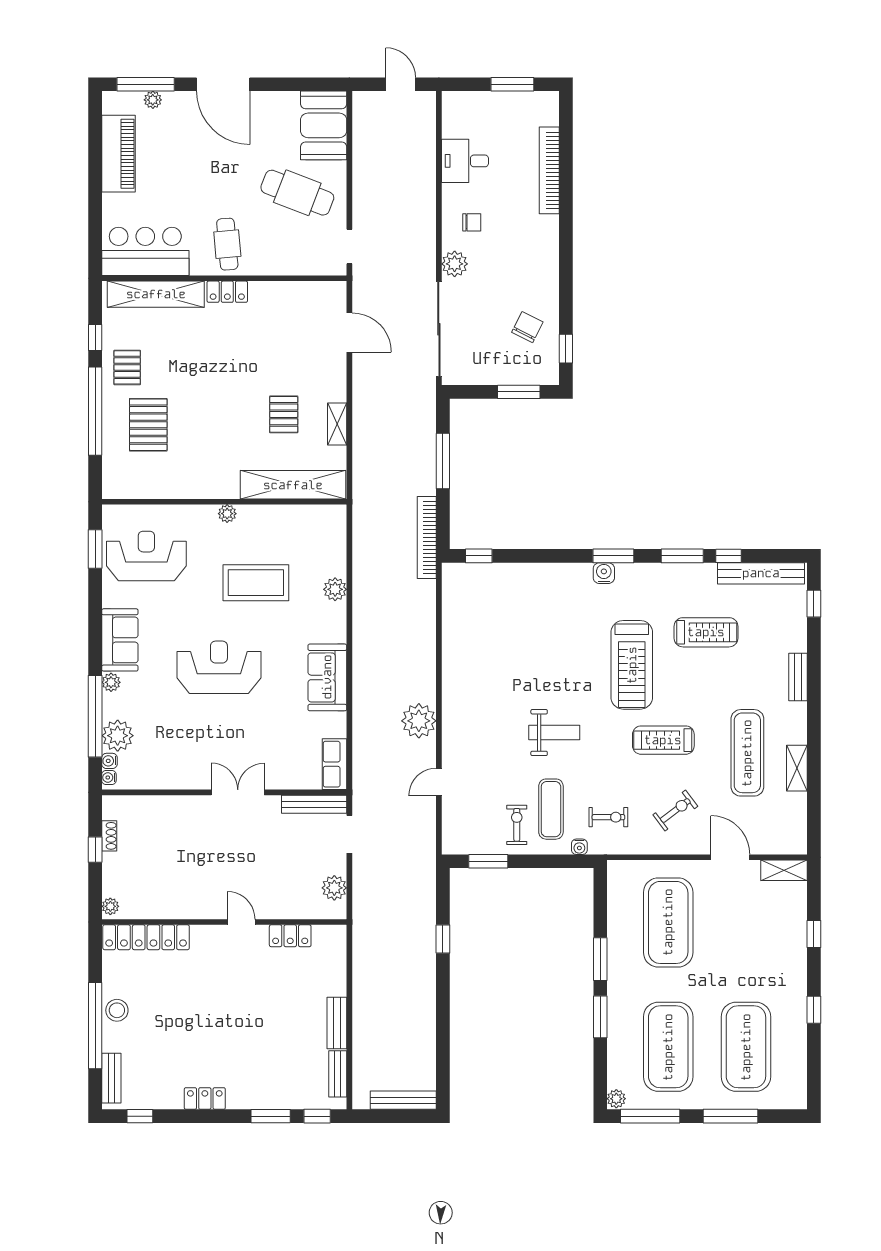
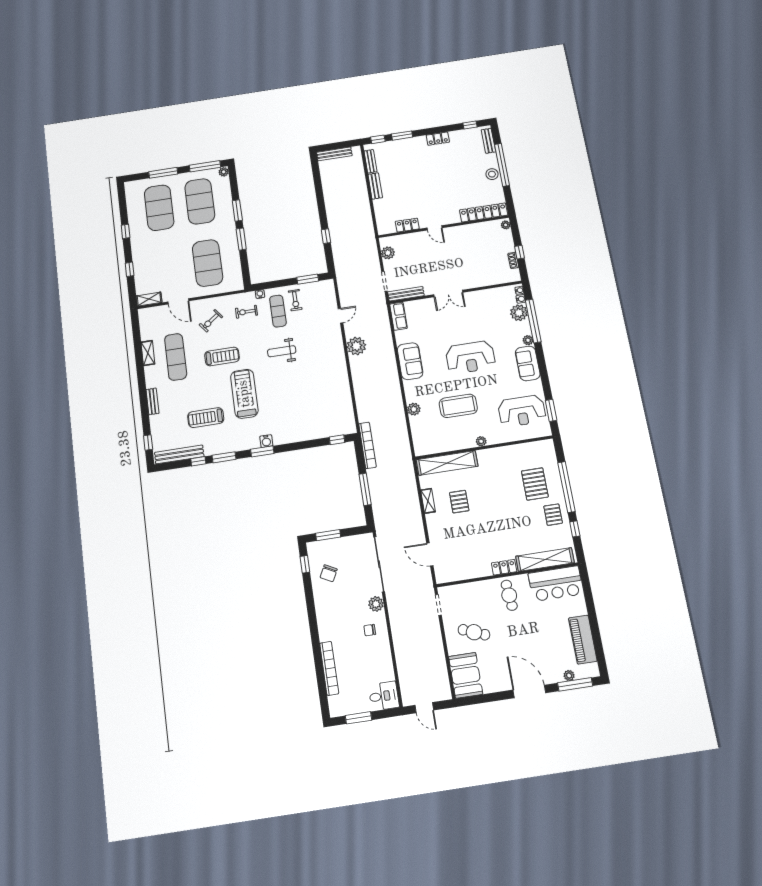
desk: (465, 161) -> (384, 696), moved
cafe table: (297, 193) -> (474, 632), width x0.73, depth x0.74

